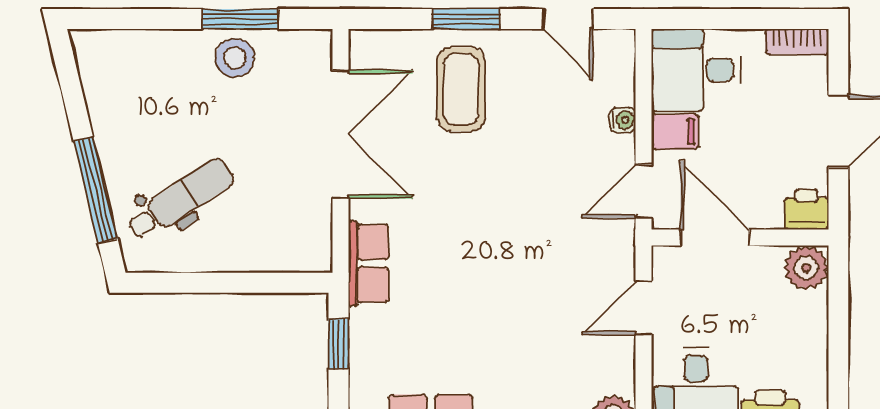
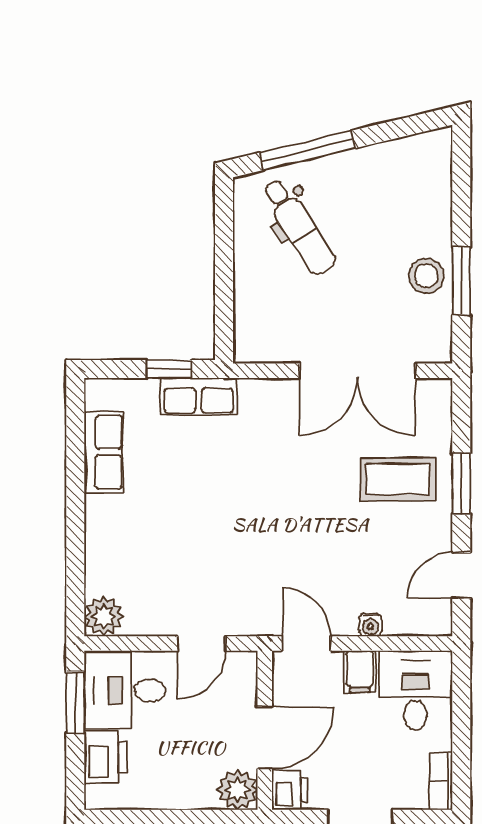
door: (715, 237) -> (265, 738), moved
row of seats: (369, 263) -> (199, 396), moved
door: (644, 308) -> (201, 643), swing flipped

